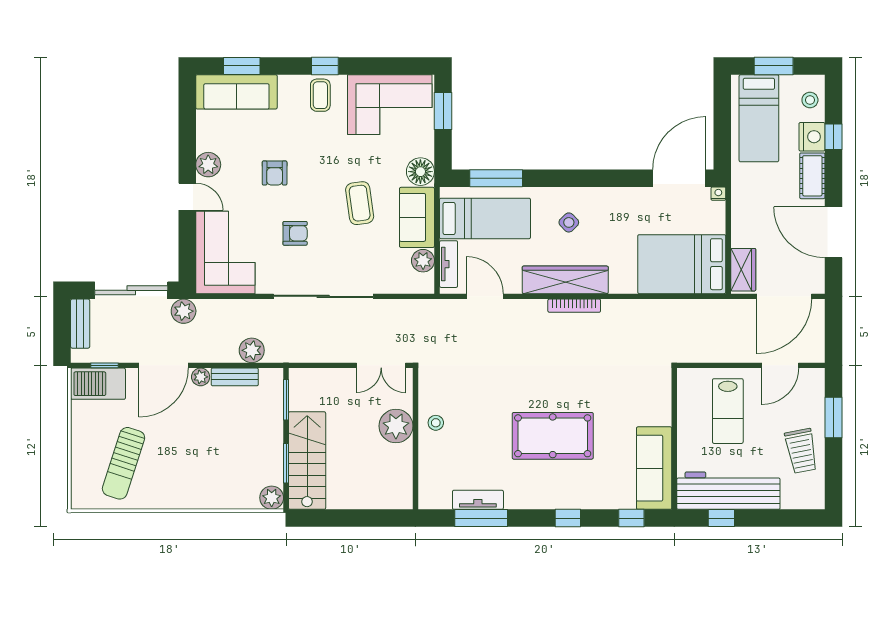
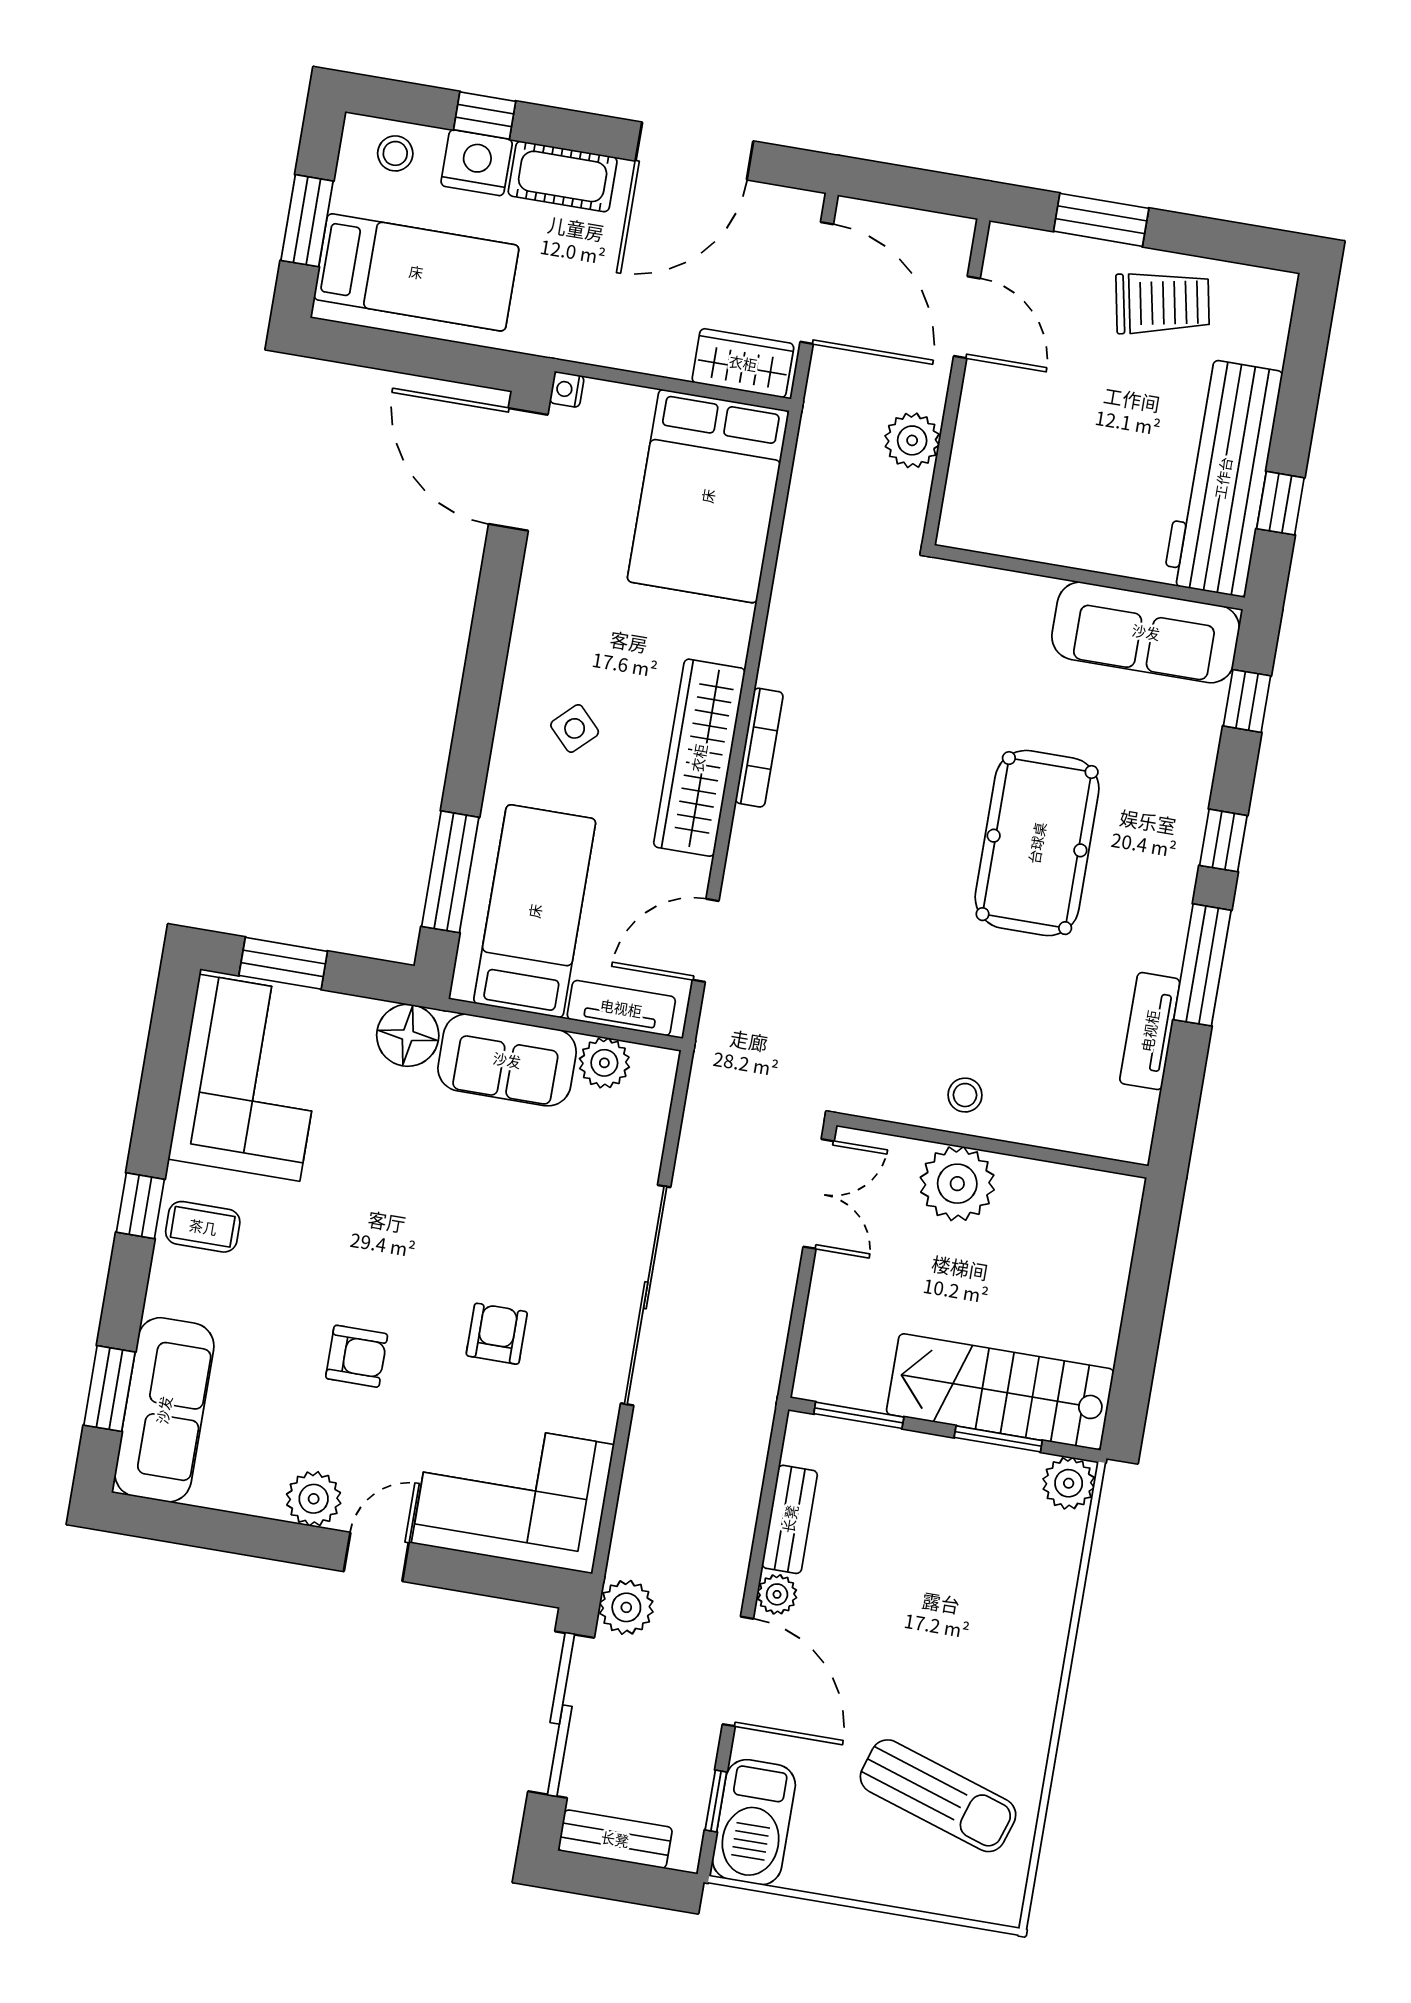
coffee table: (360, 203) -> (454, 1181), removed
plant: (252, 350) -> (912, 440), moved
lab bench: (728, 411) -> (1048, 449), removed
window: (481, 518) -> (1202, 965), moved

